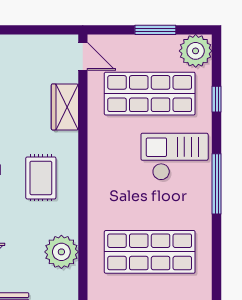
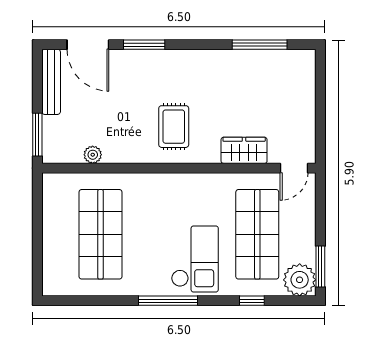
window: (155, 30) -> (320, 266), moved
rug: (41, 178) -> (174, 127), turned 90
plant: (61, 252) -> (93, 155), width x0.53, depth x0.53

